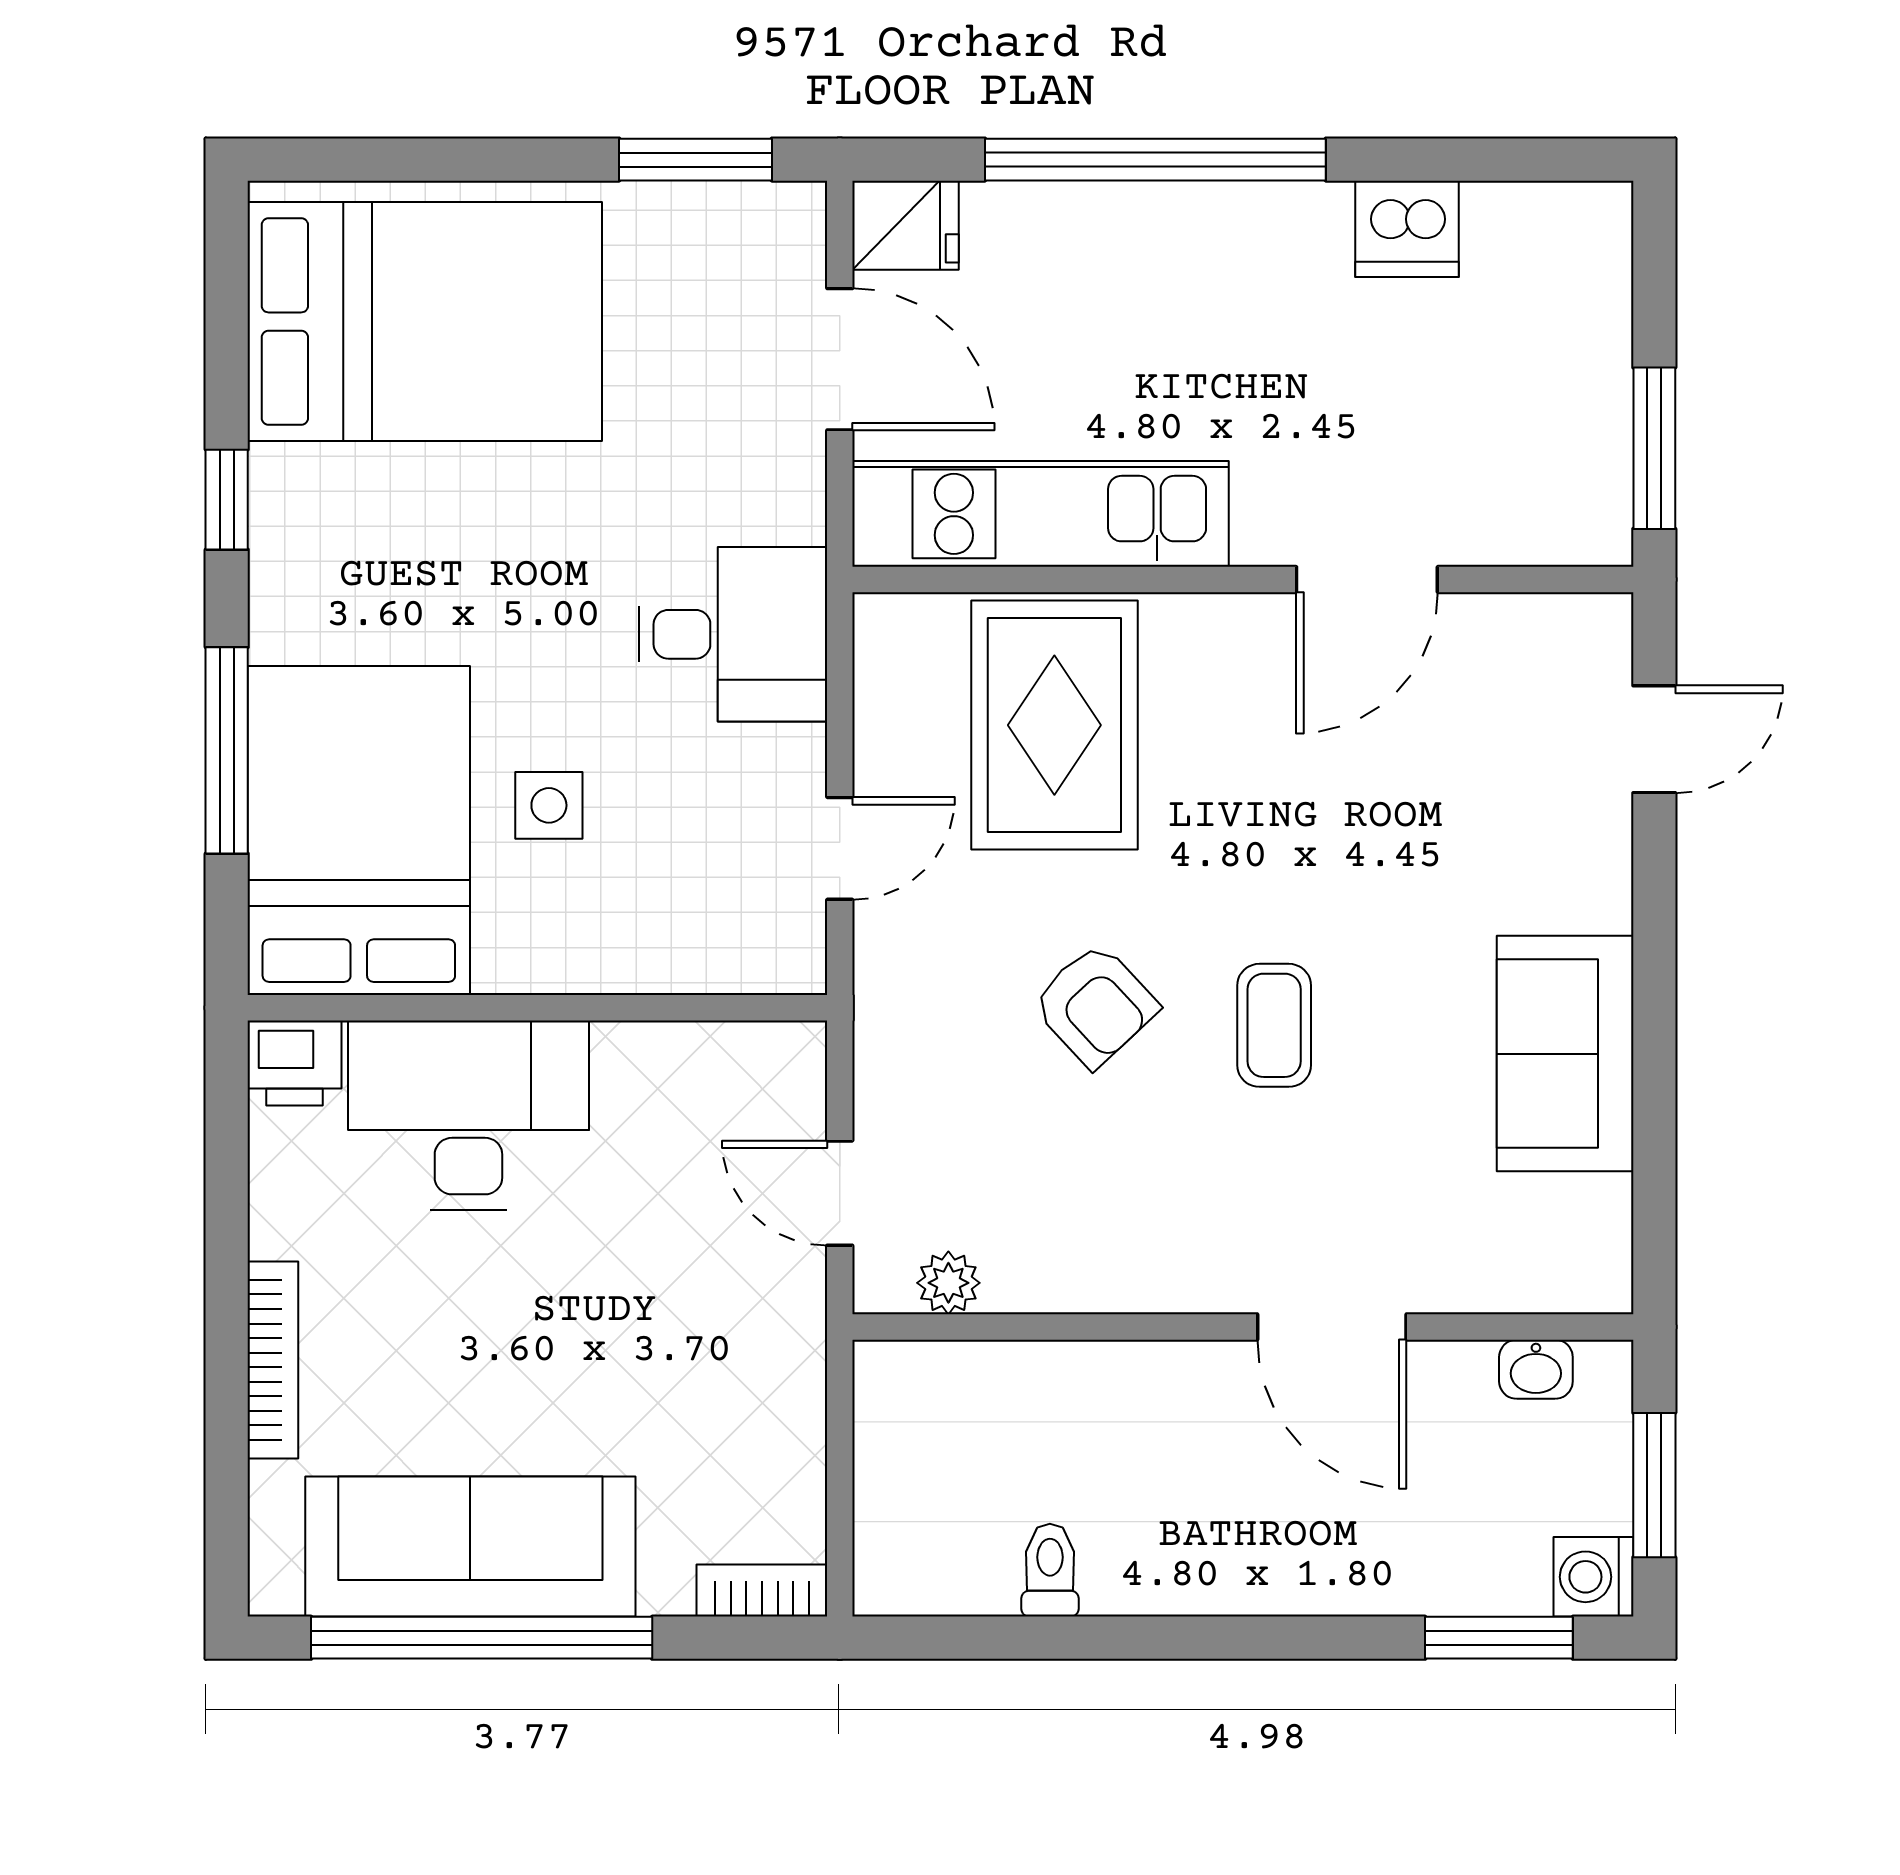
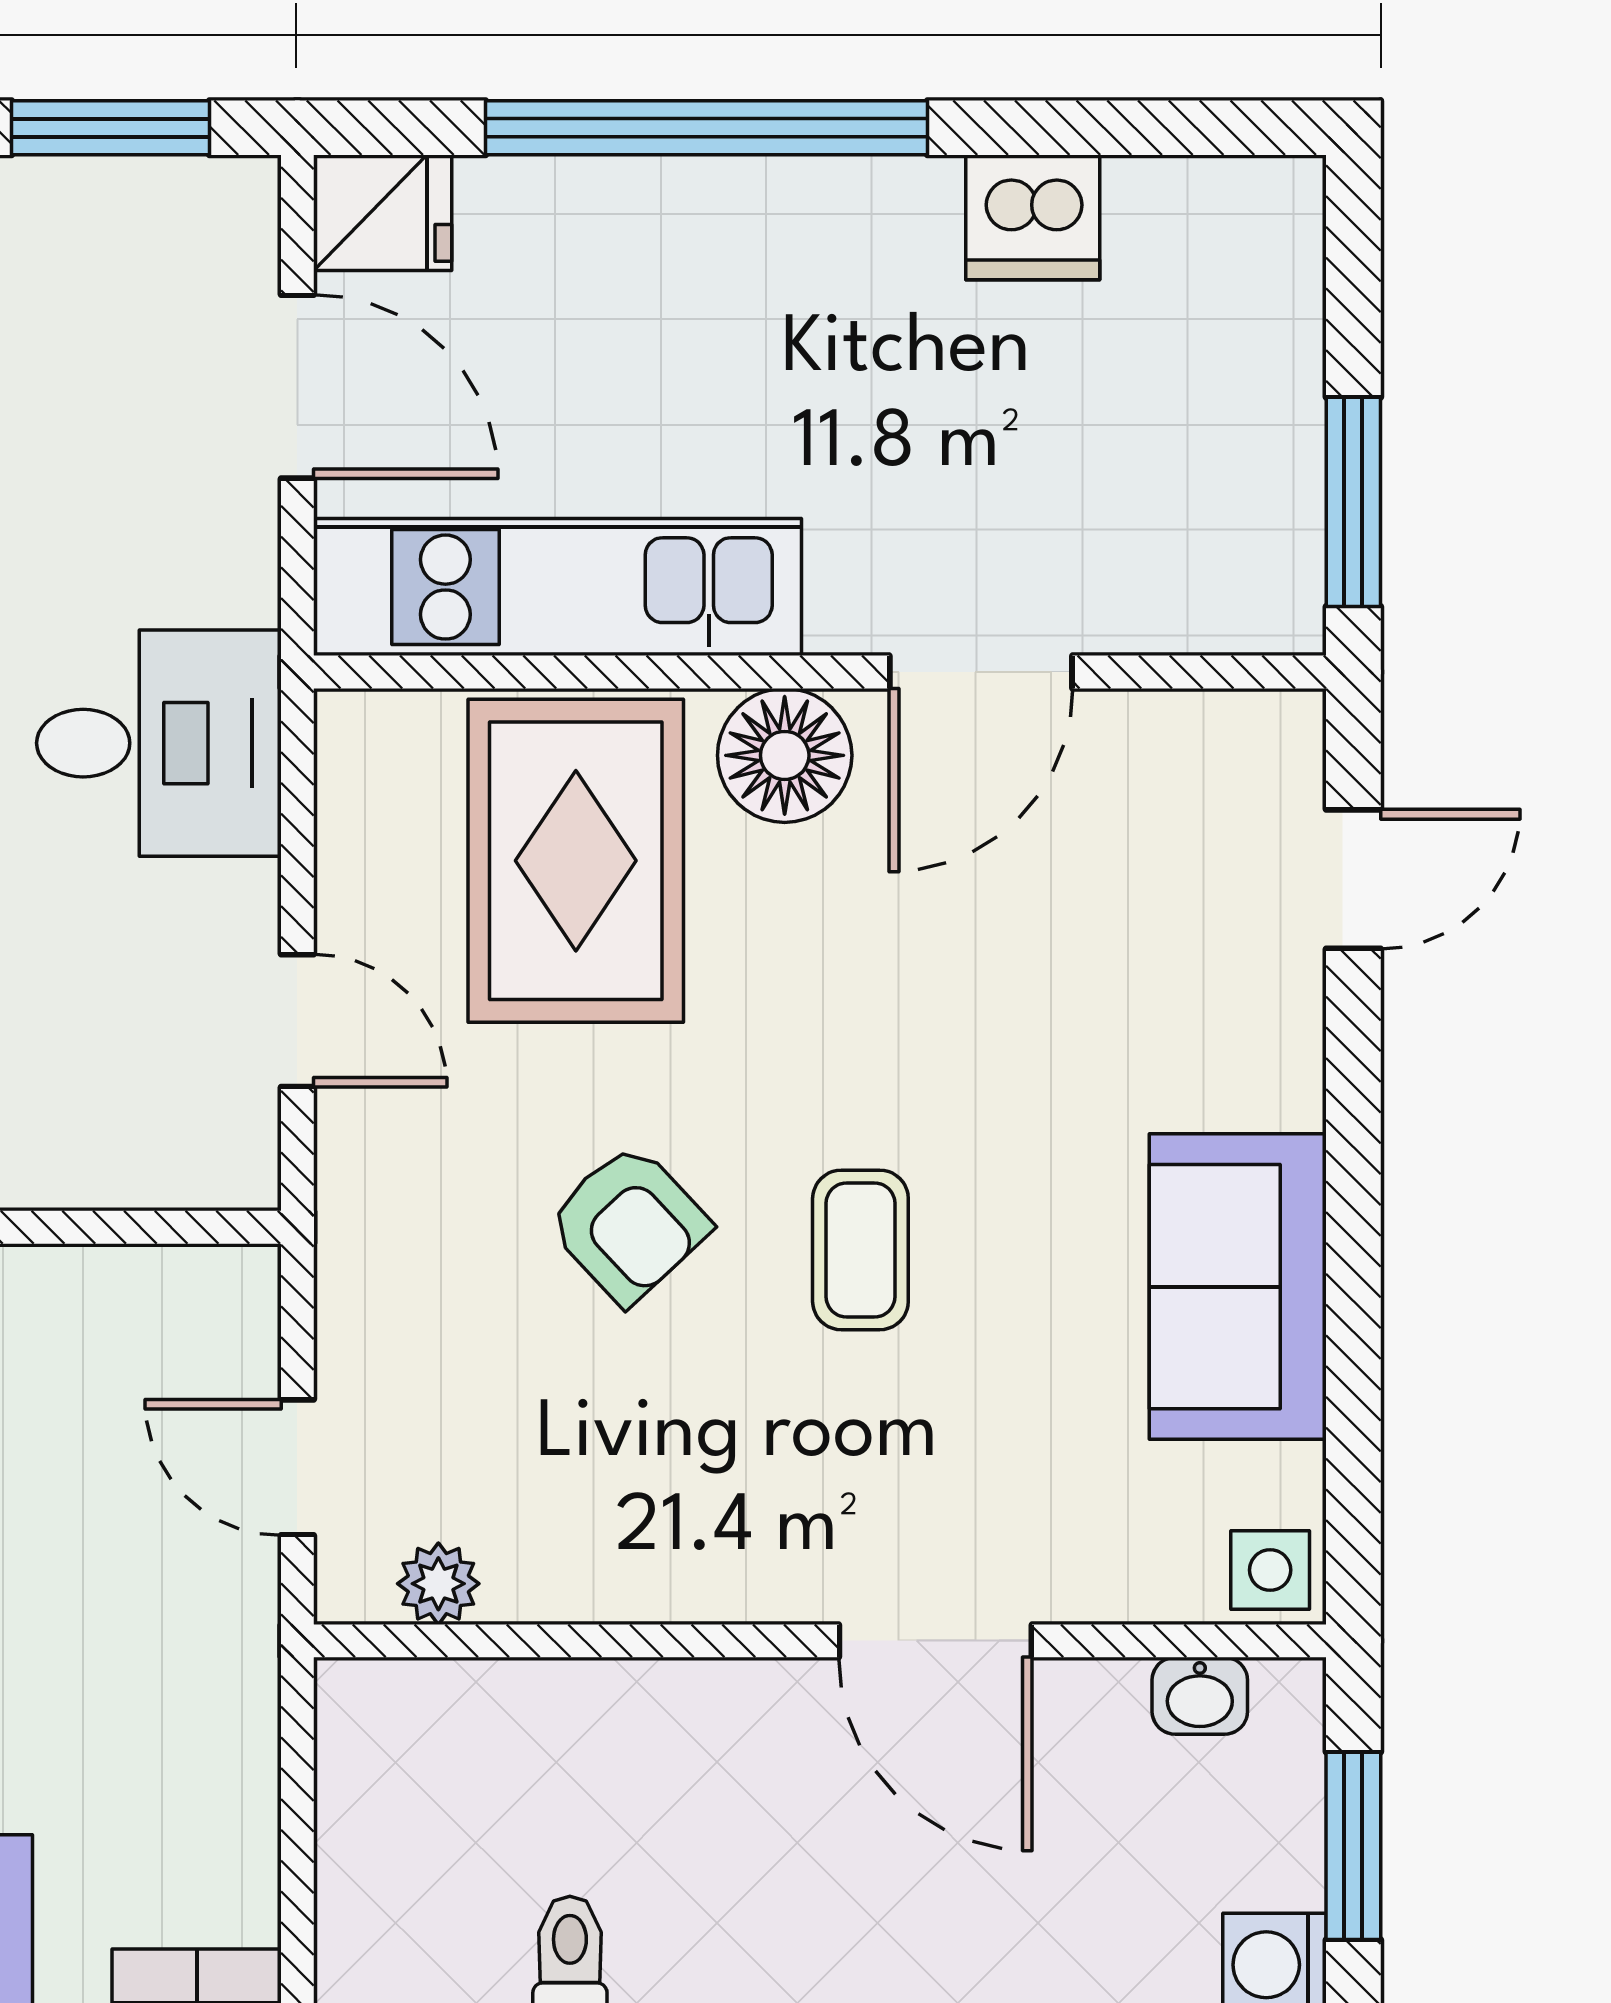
floor lamp: (1216, 644) -> (785, 755), added
door: (840, 848) -> (297, 1021), hinge flipped
side table: (1590, 1272) -> (1270, 1570), added

